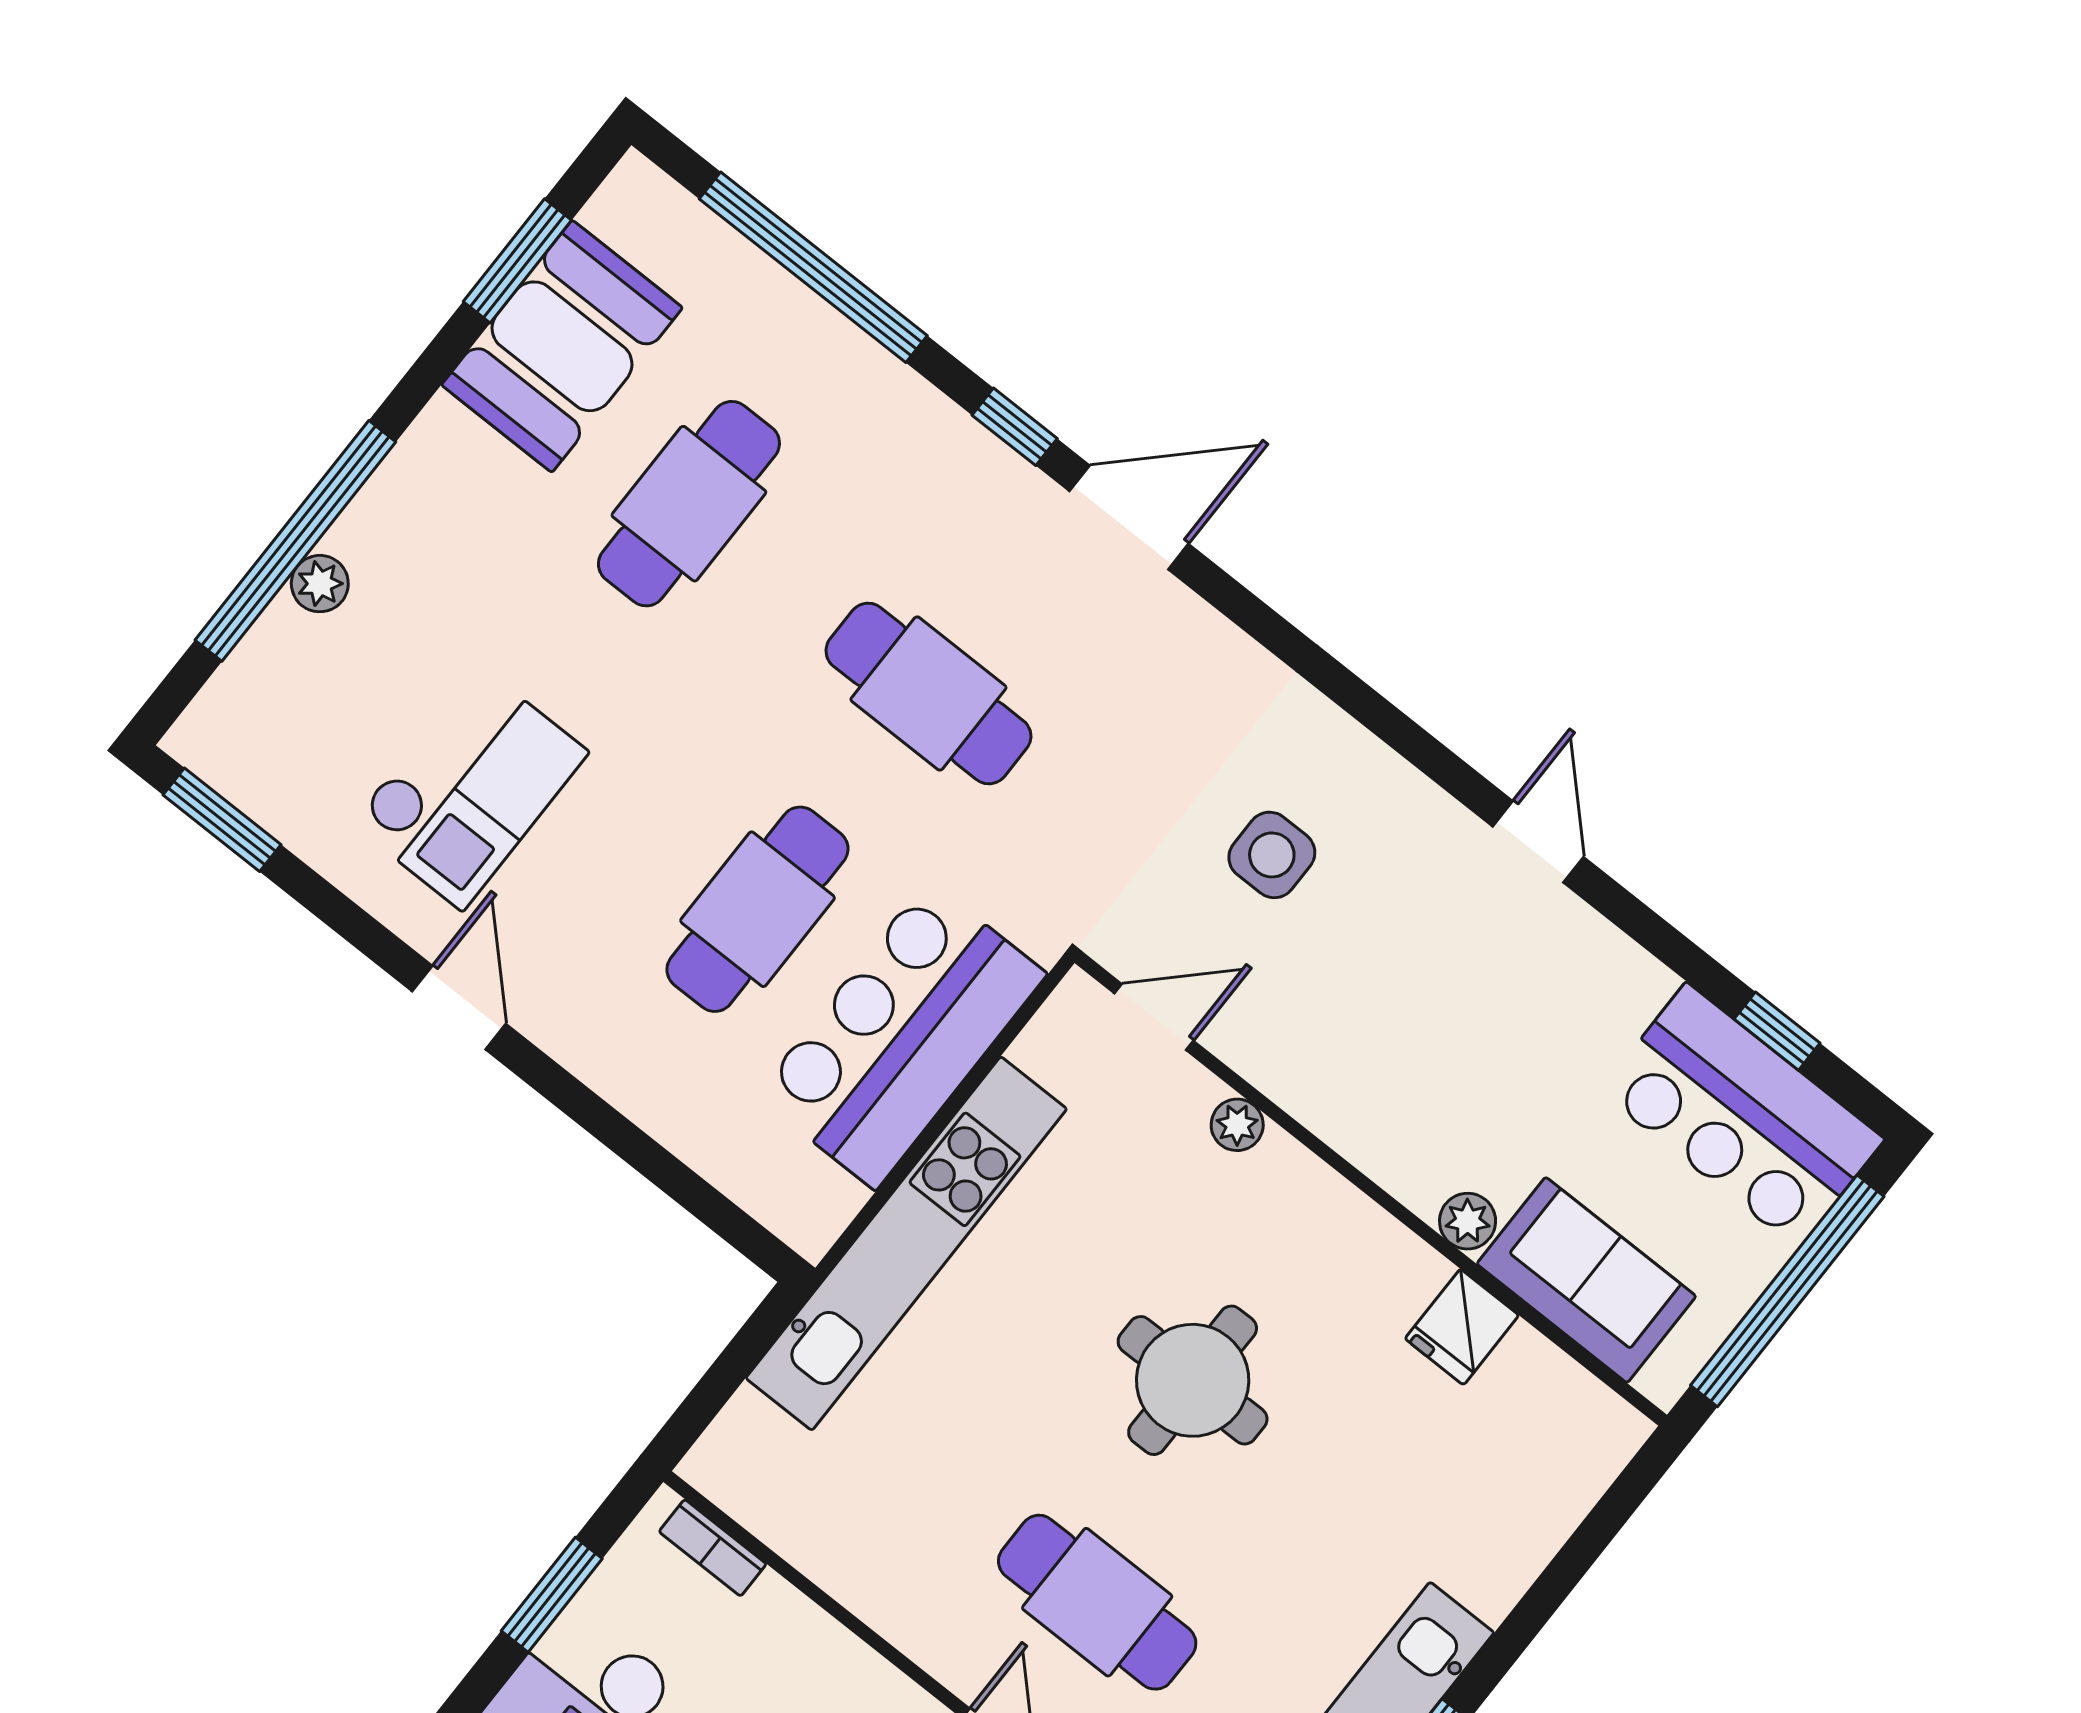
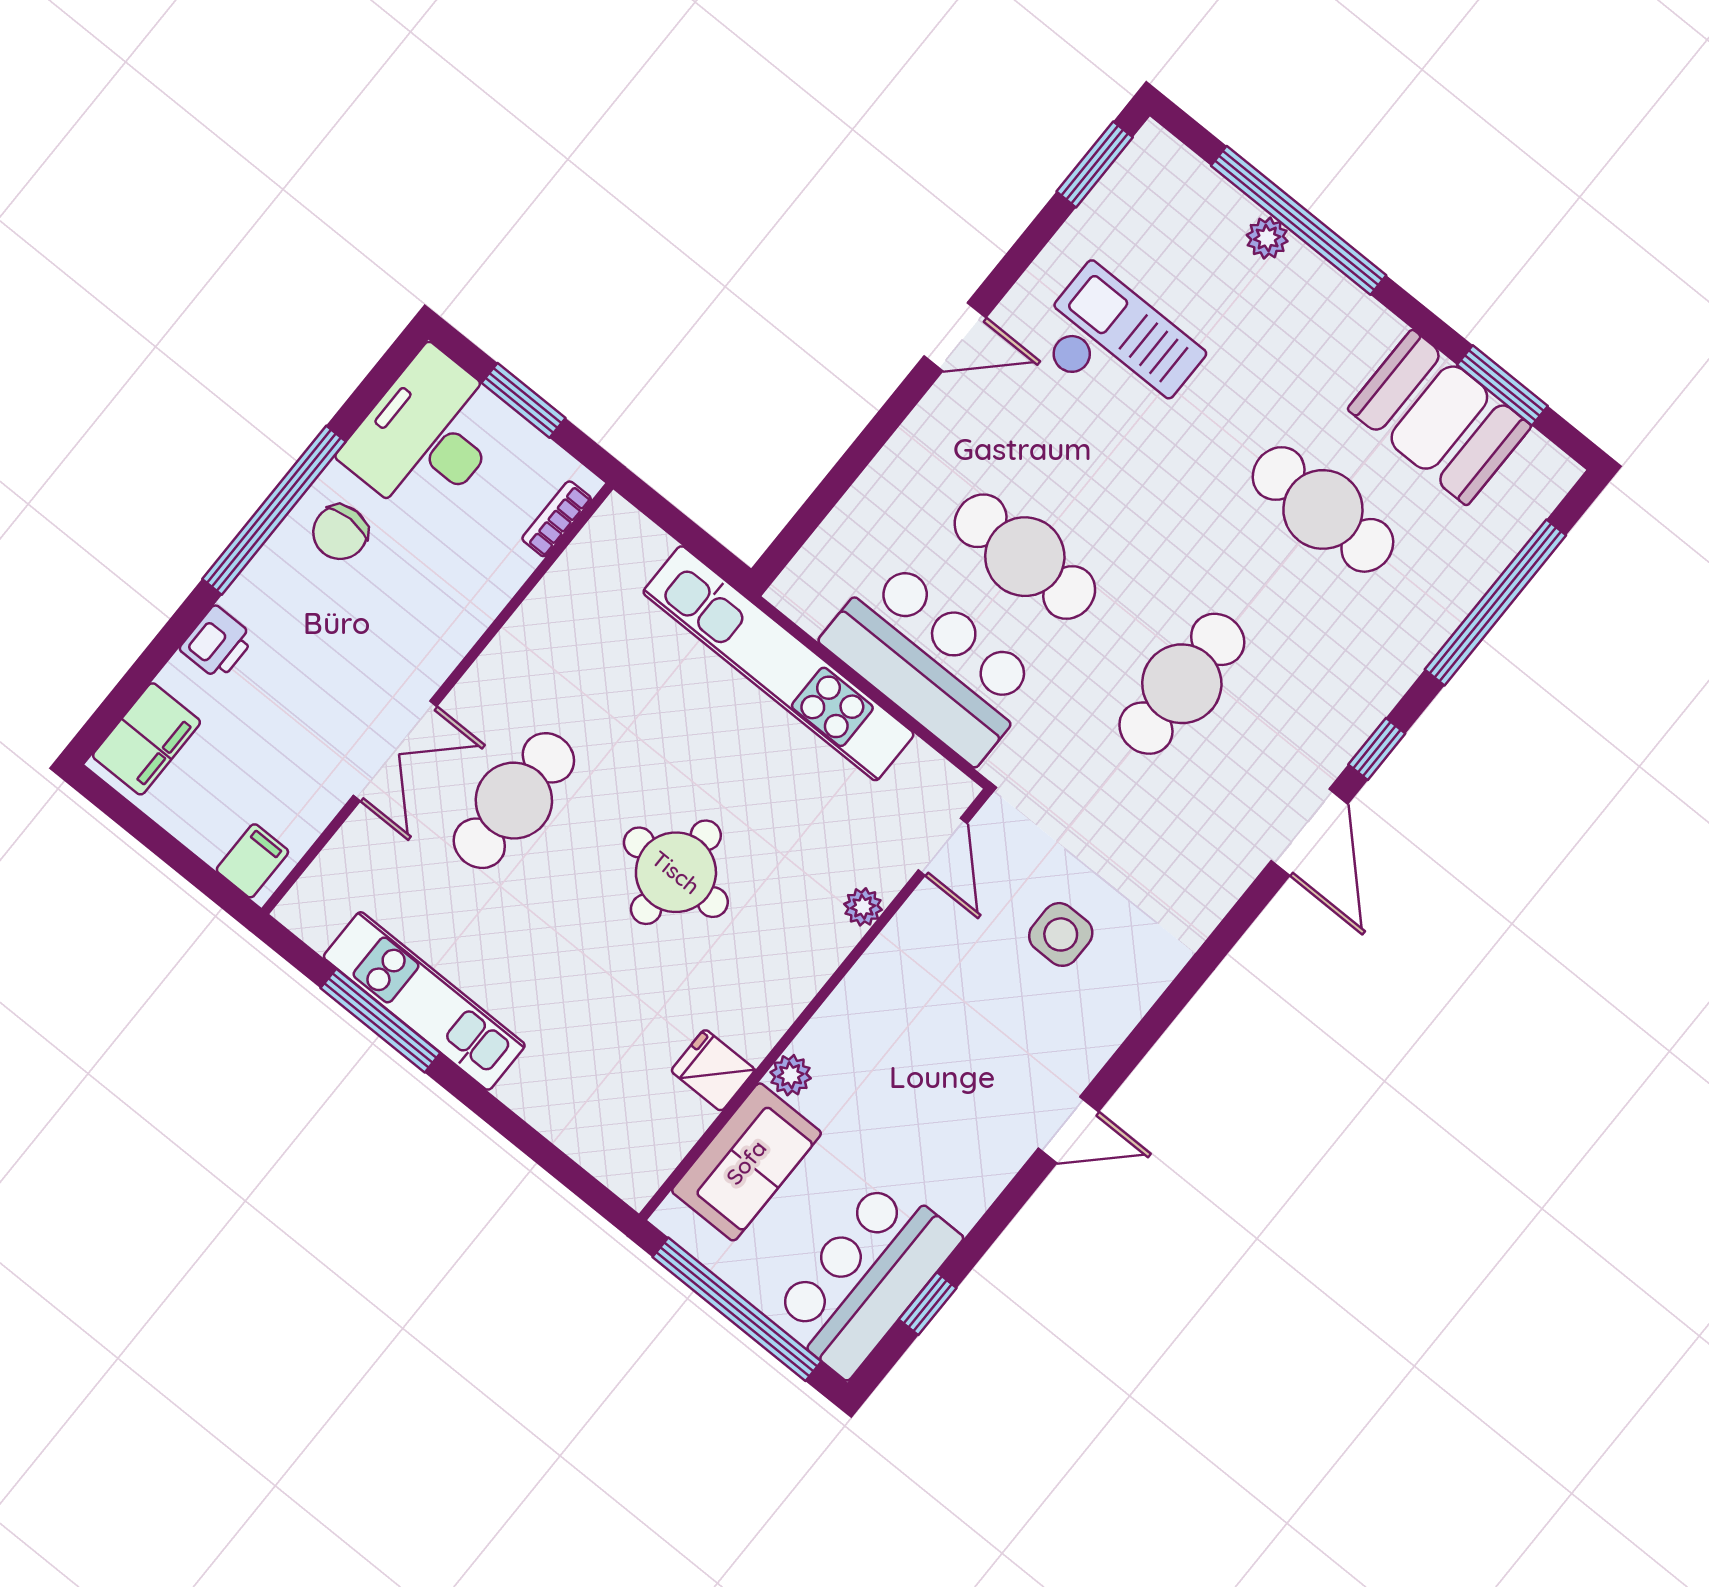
checkout: (470, 787) -> (1116, 347), turned 180

